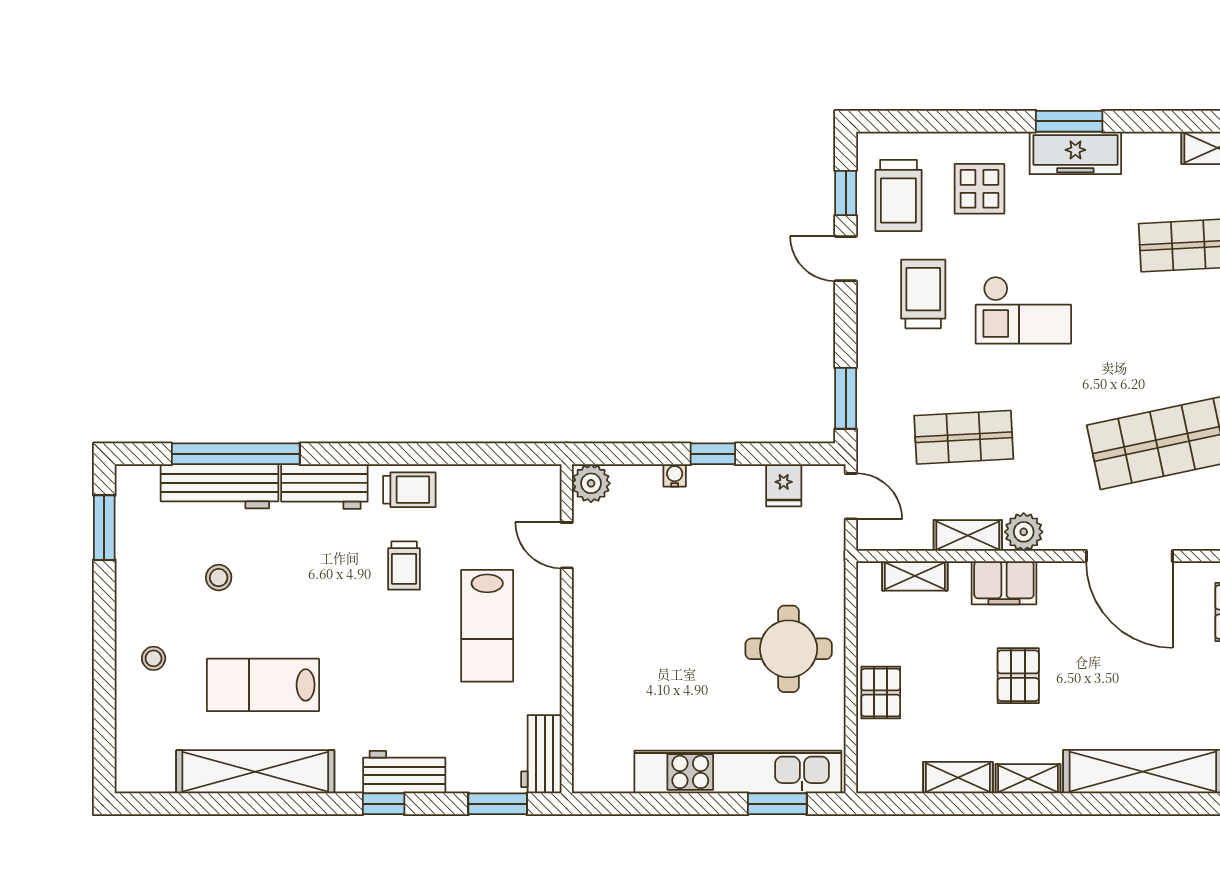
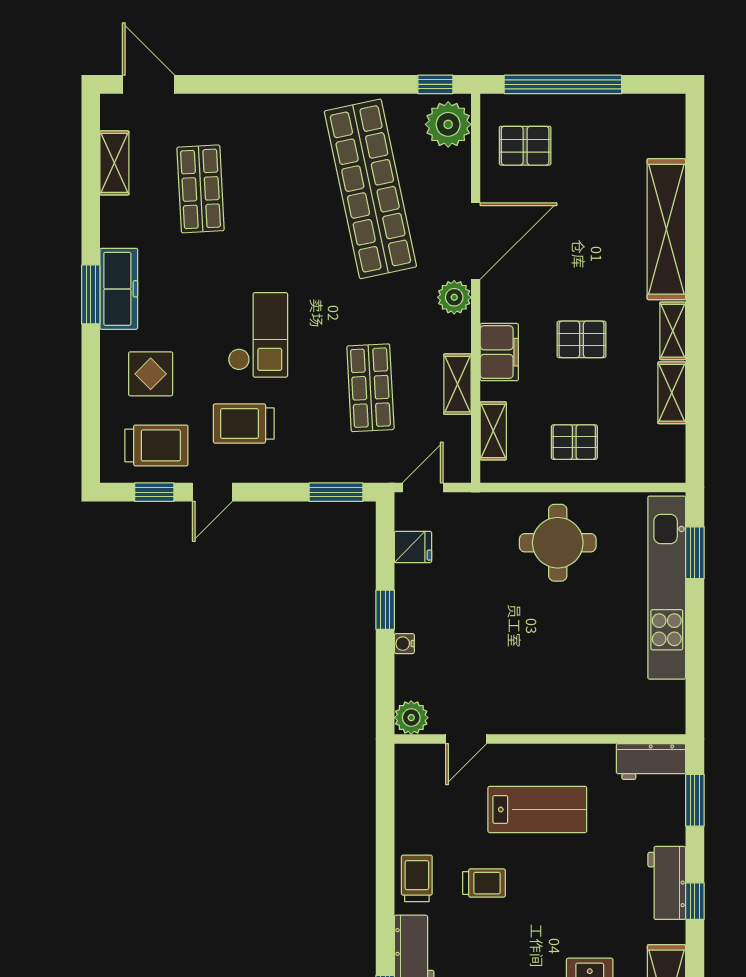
plant: (1024, 532) -> (454, 297), moved
pallet: (881, 693) -> (574, 442), moved

